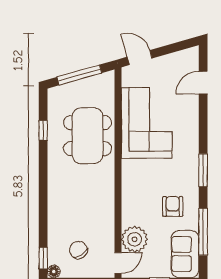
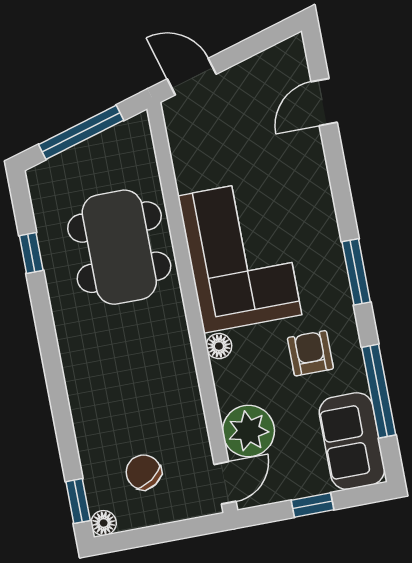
corner sofa: (147, 123) -> (240, 255), moved
floor lamp: (128, 194) -> (219, 346), added

